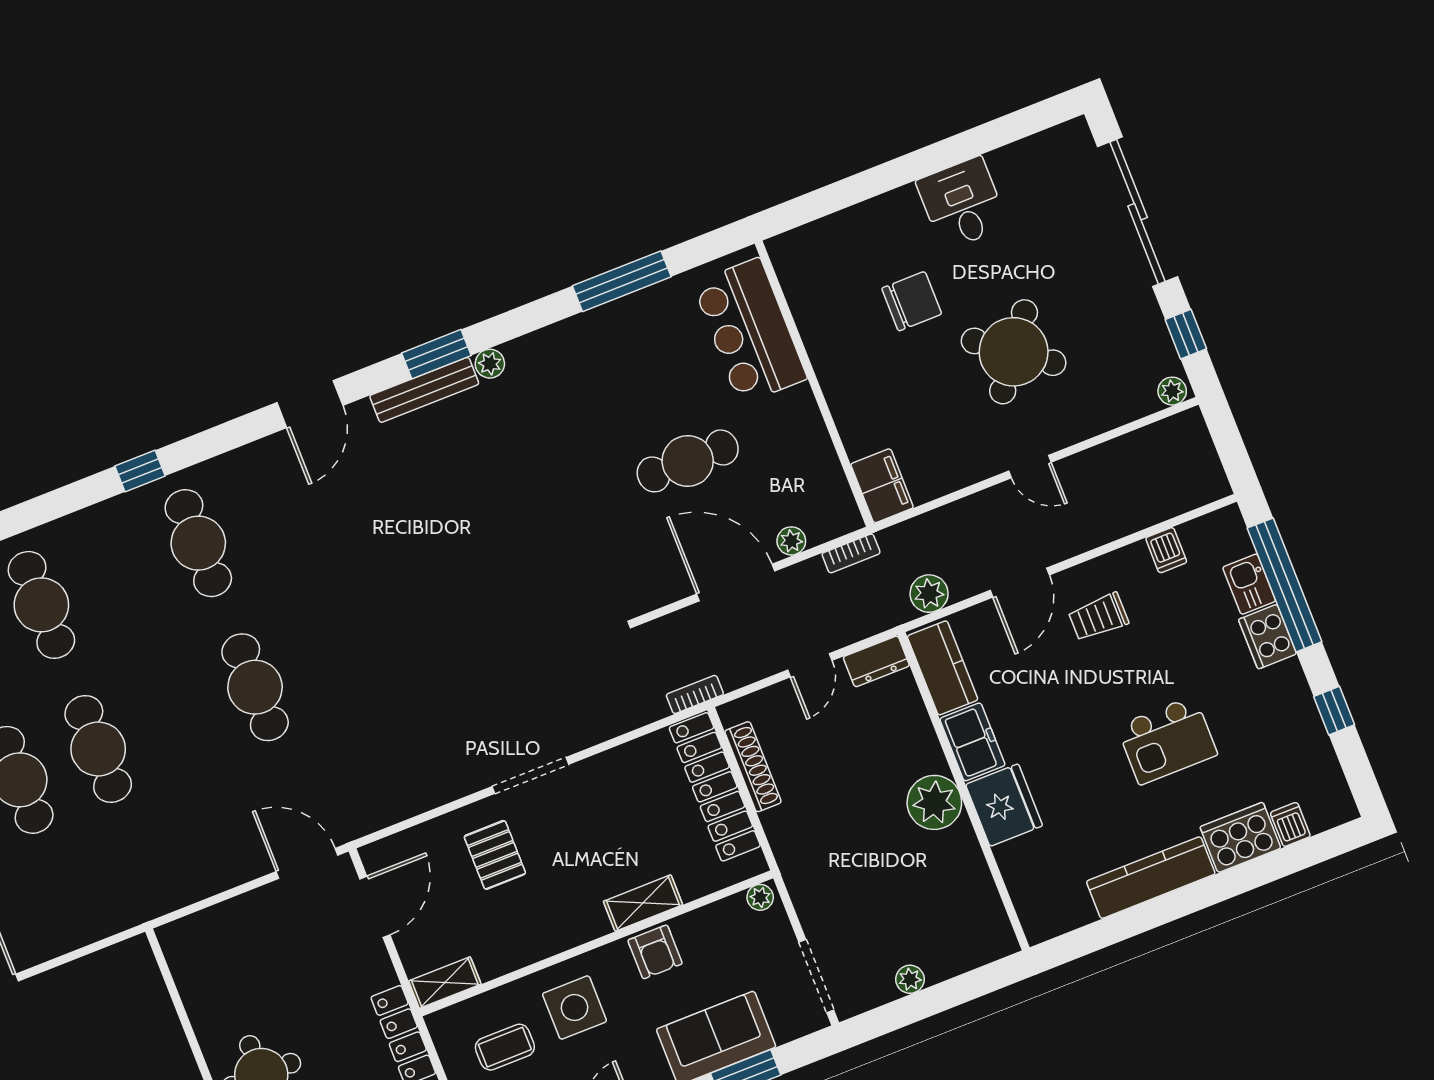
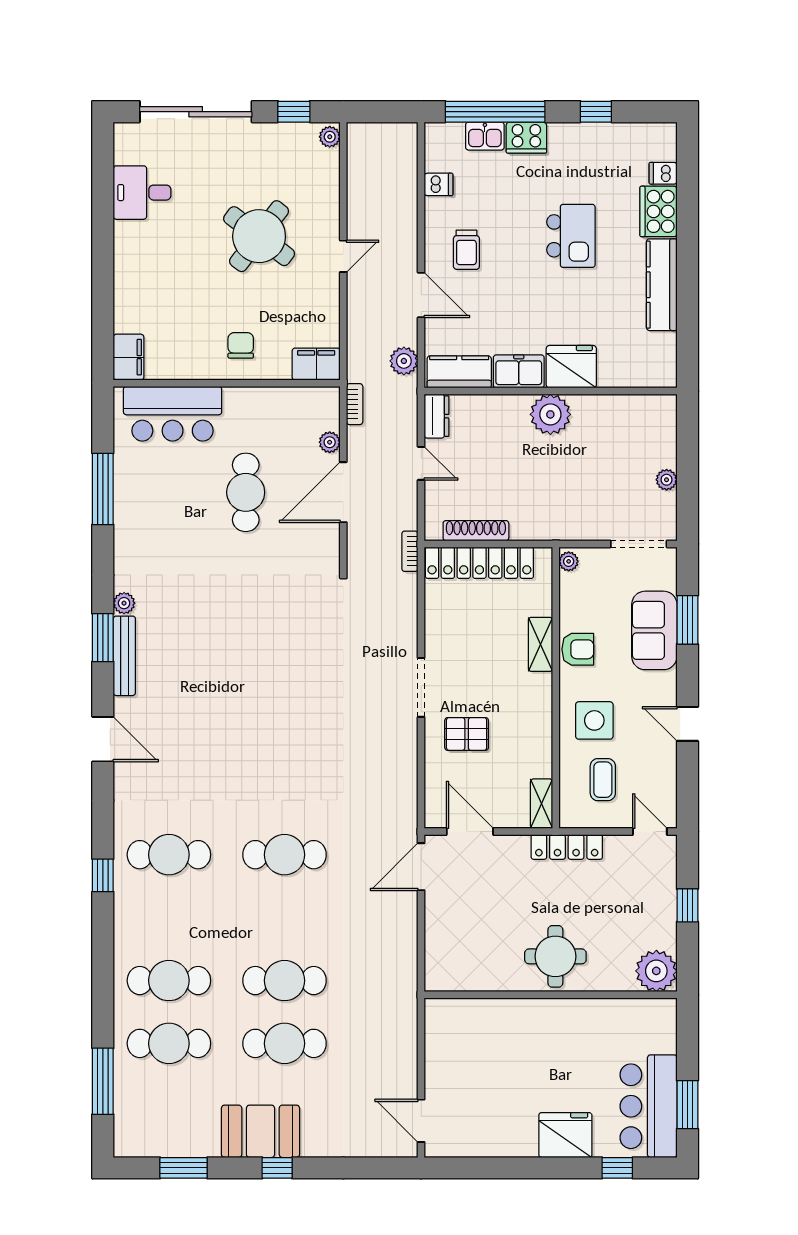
desk: (962, 204) -> (142, 193), moved
filing cabinet: (799, 249) -> (129, 357), added
chair: (912, 301) -> (241, 345), moved, width x0.73, depth x0.73

